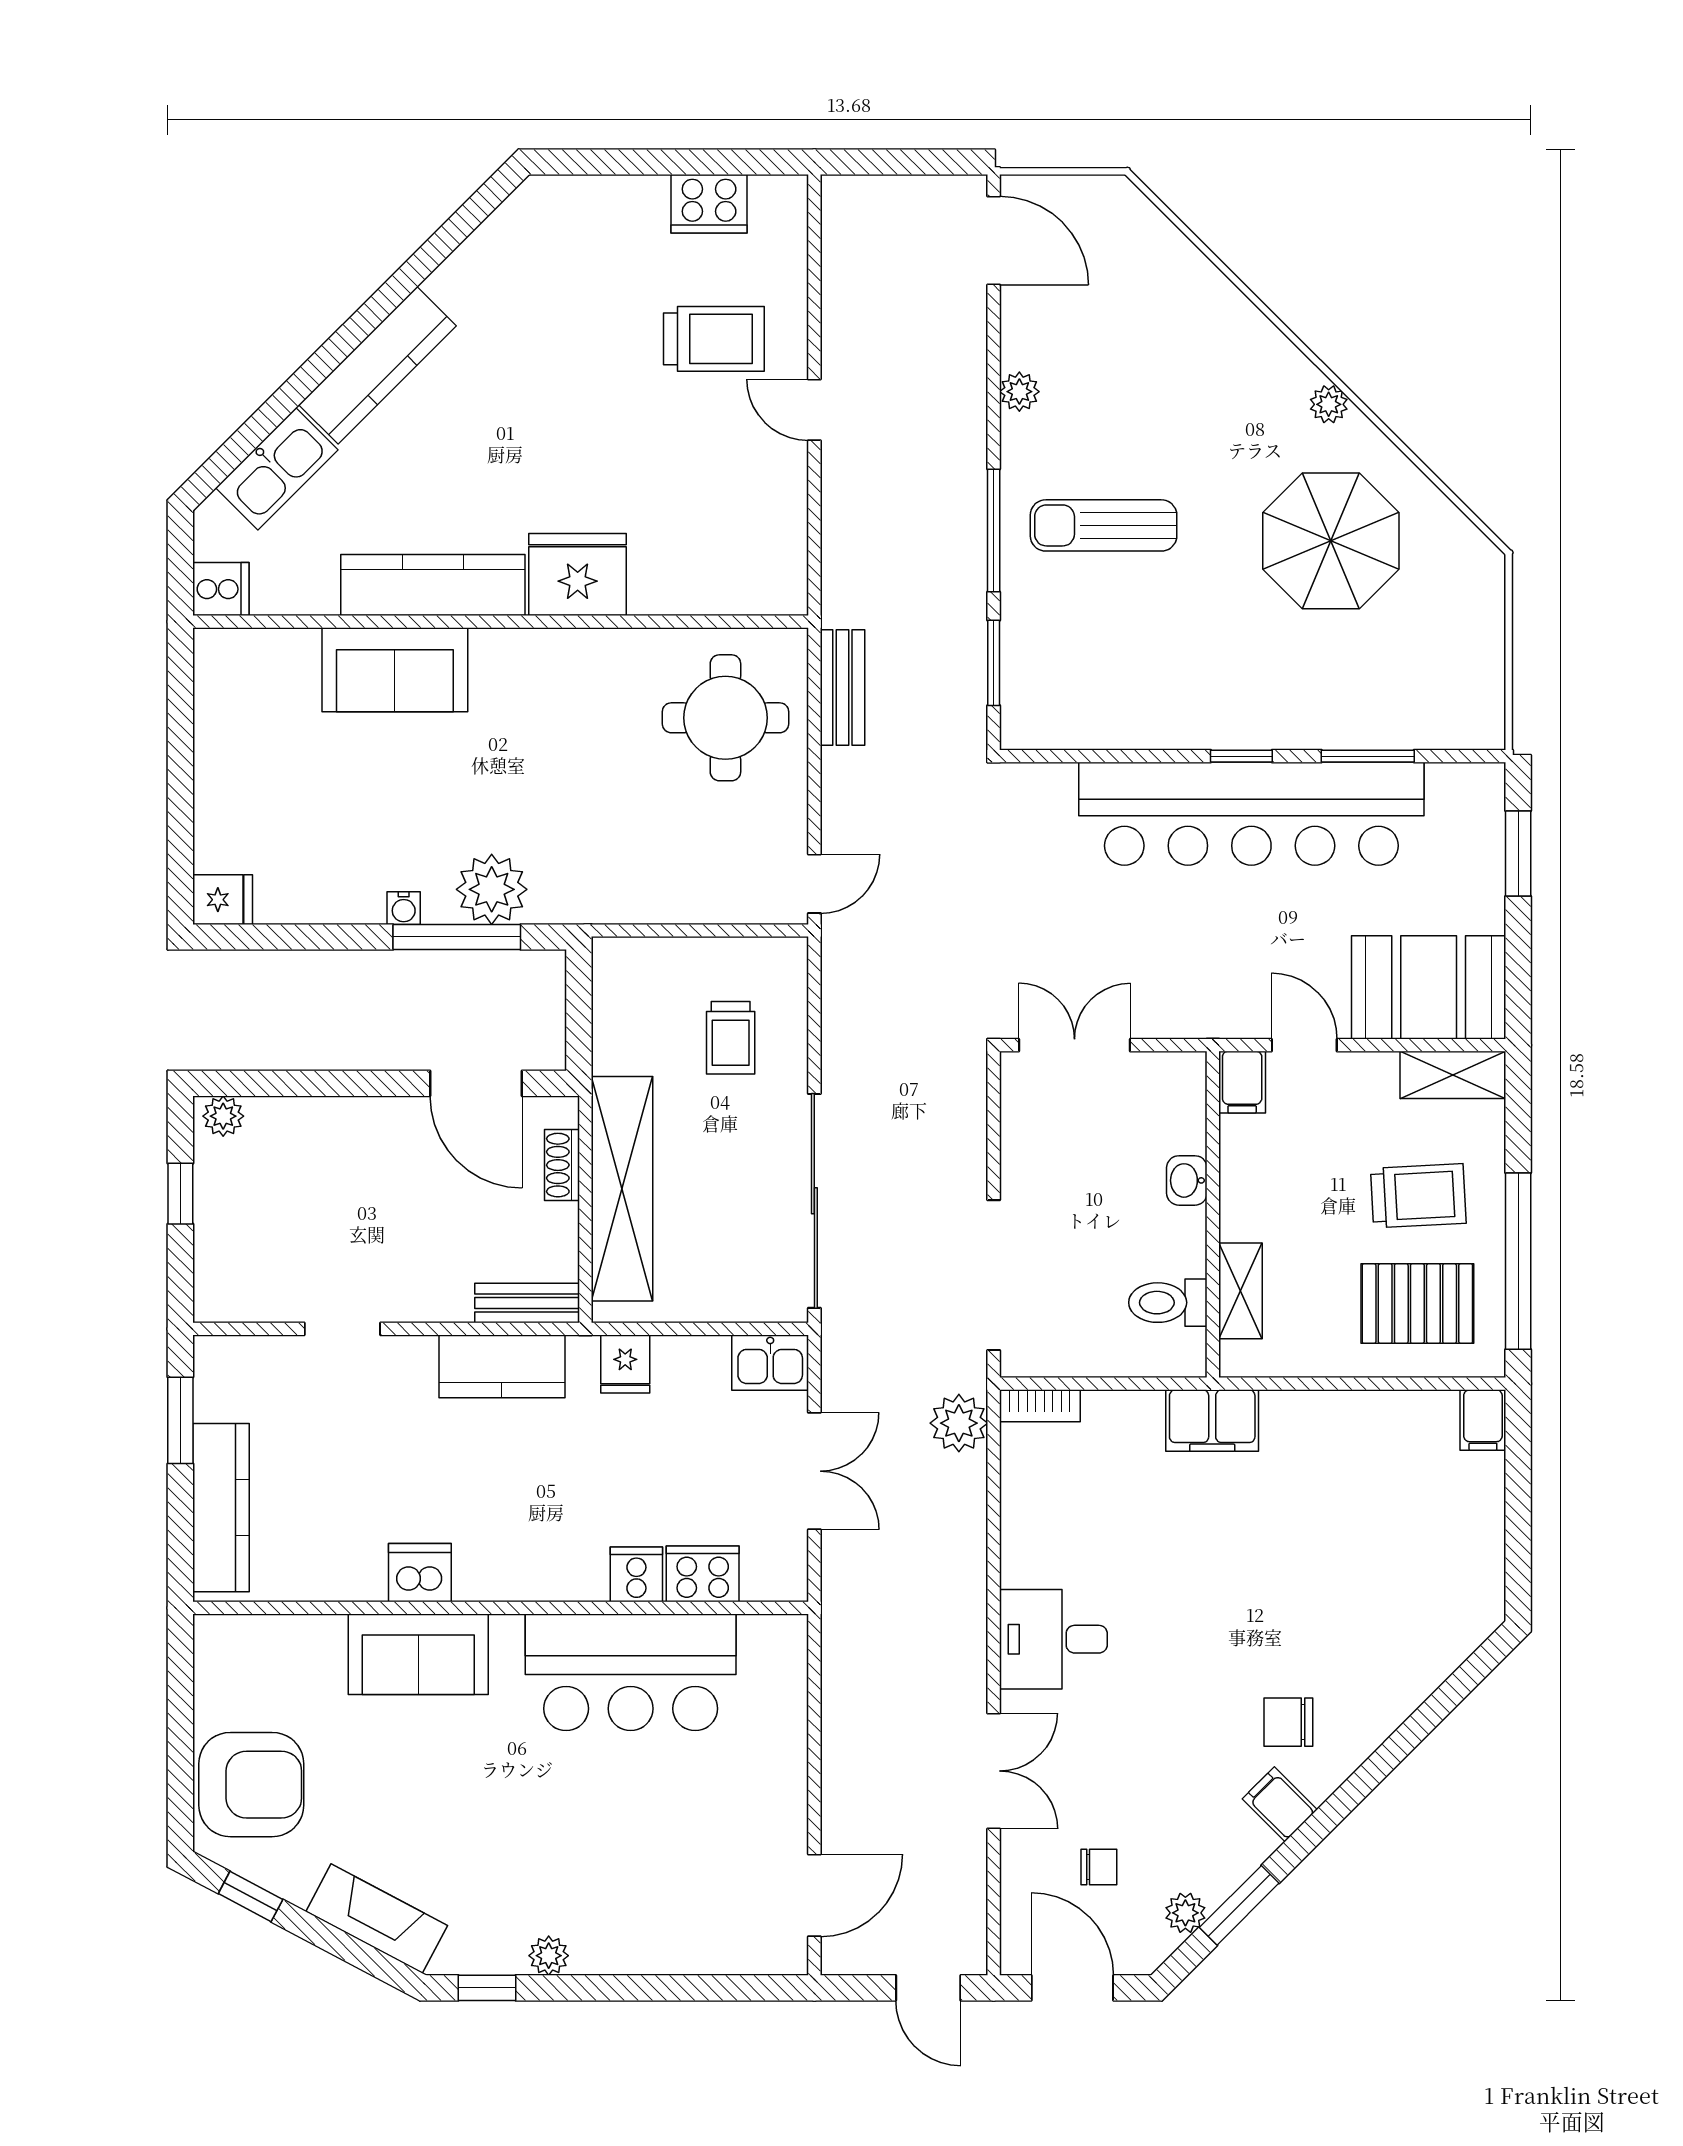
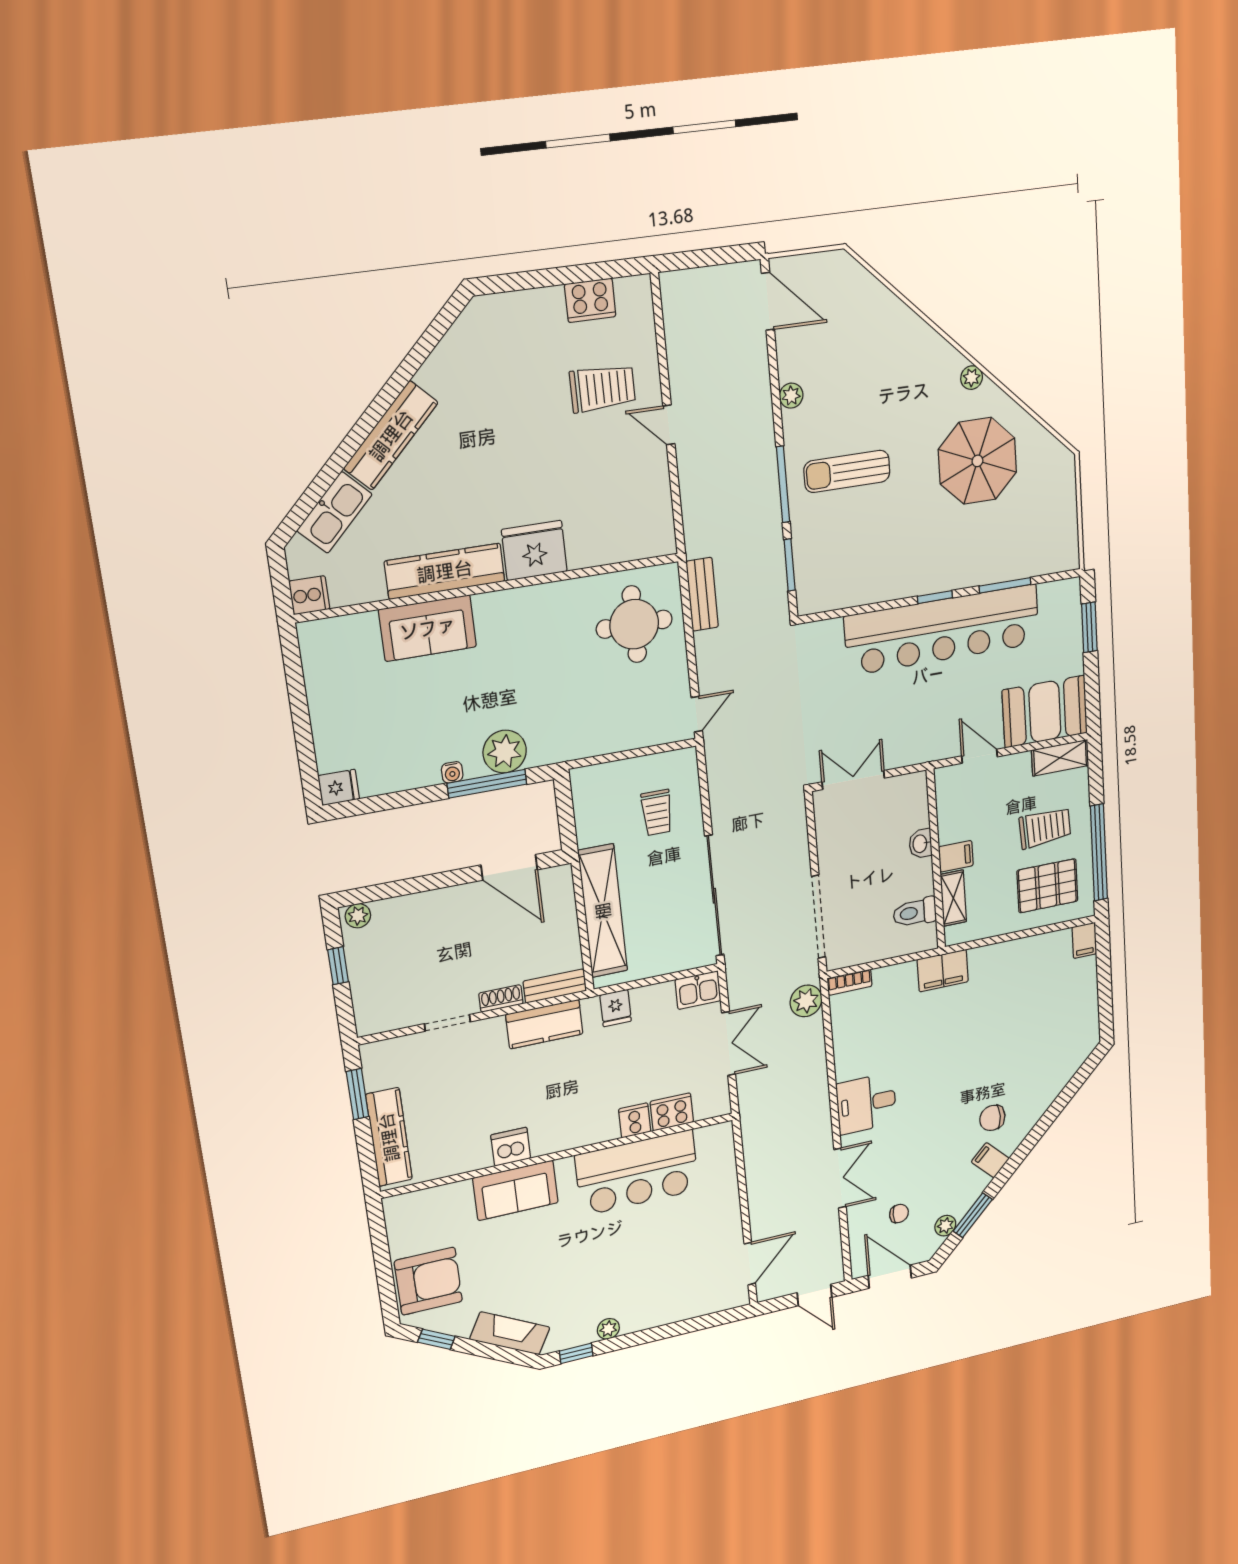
filing cabinet: (1242, 1082) -> (956, 856), moved, turned -90
shoe rack: (562, 1165) -> (501, 998), moved, turned 90

